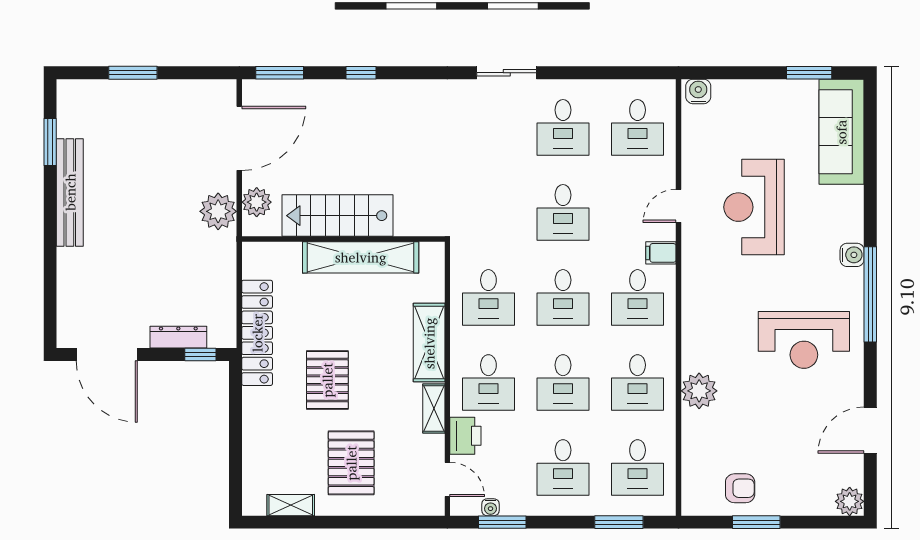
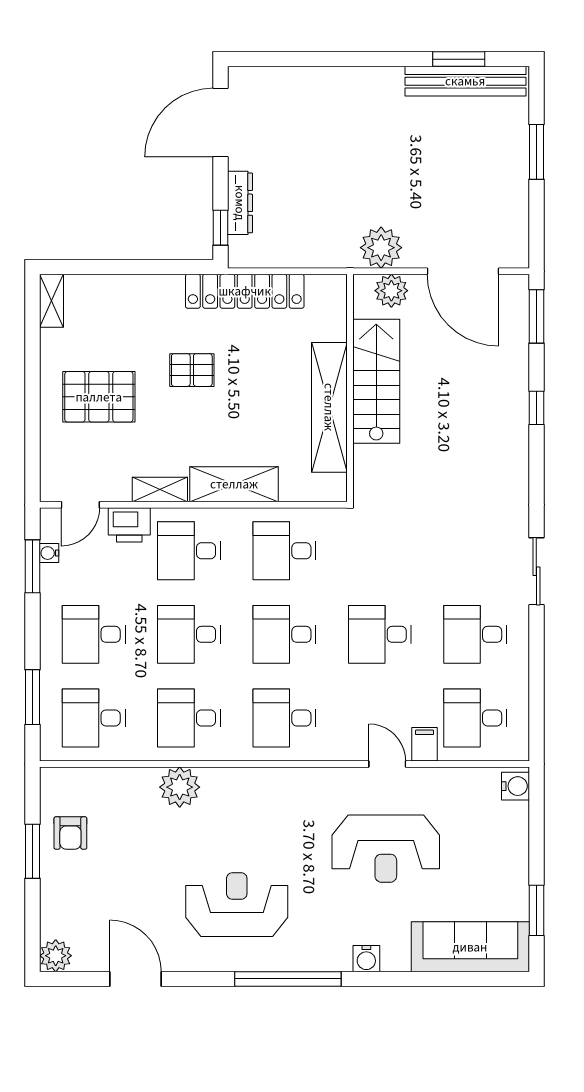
bench: (70, 192) -> (465, 81), moved
reception desk: (754, 207) -> (386, 849), turned 180
filing cabinet: (661, 253) -> (425, 744), moved
water cooler: (852, 255) -> (366, 959), moved
reception desk: (804, 340) -> (237, 905), turned 90
pallet: (327, 380) -> (192, 370), width x0.67, depth x0.71
shelving: (291, 505) -> (52, 301), moved

